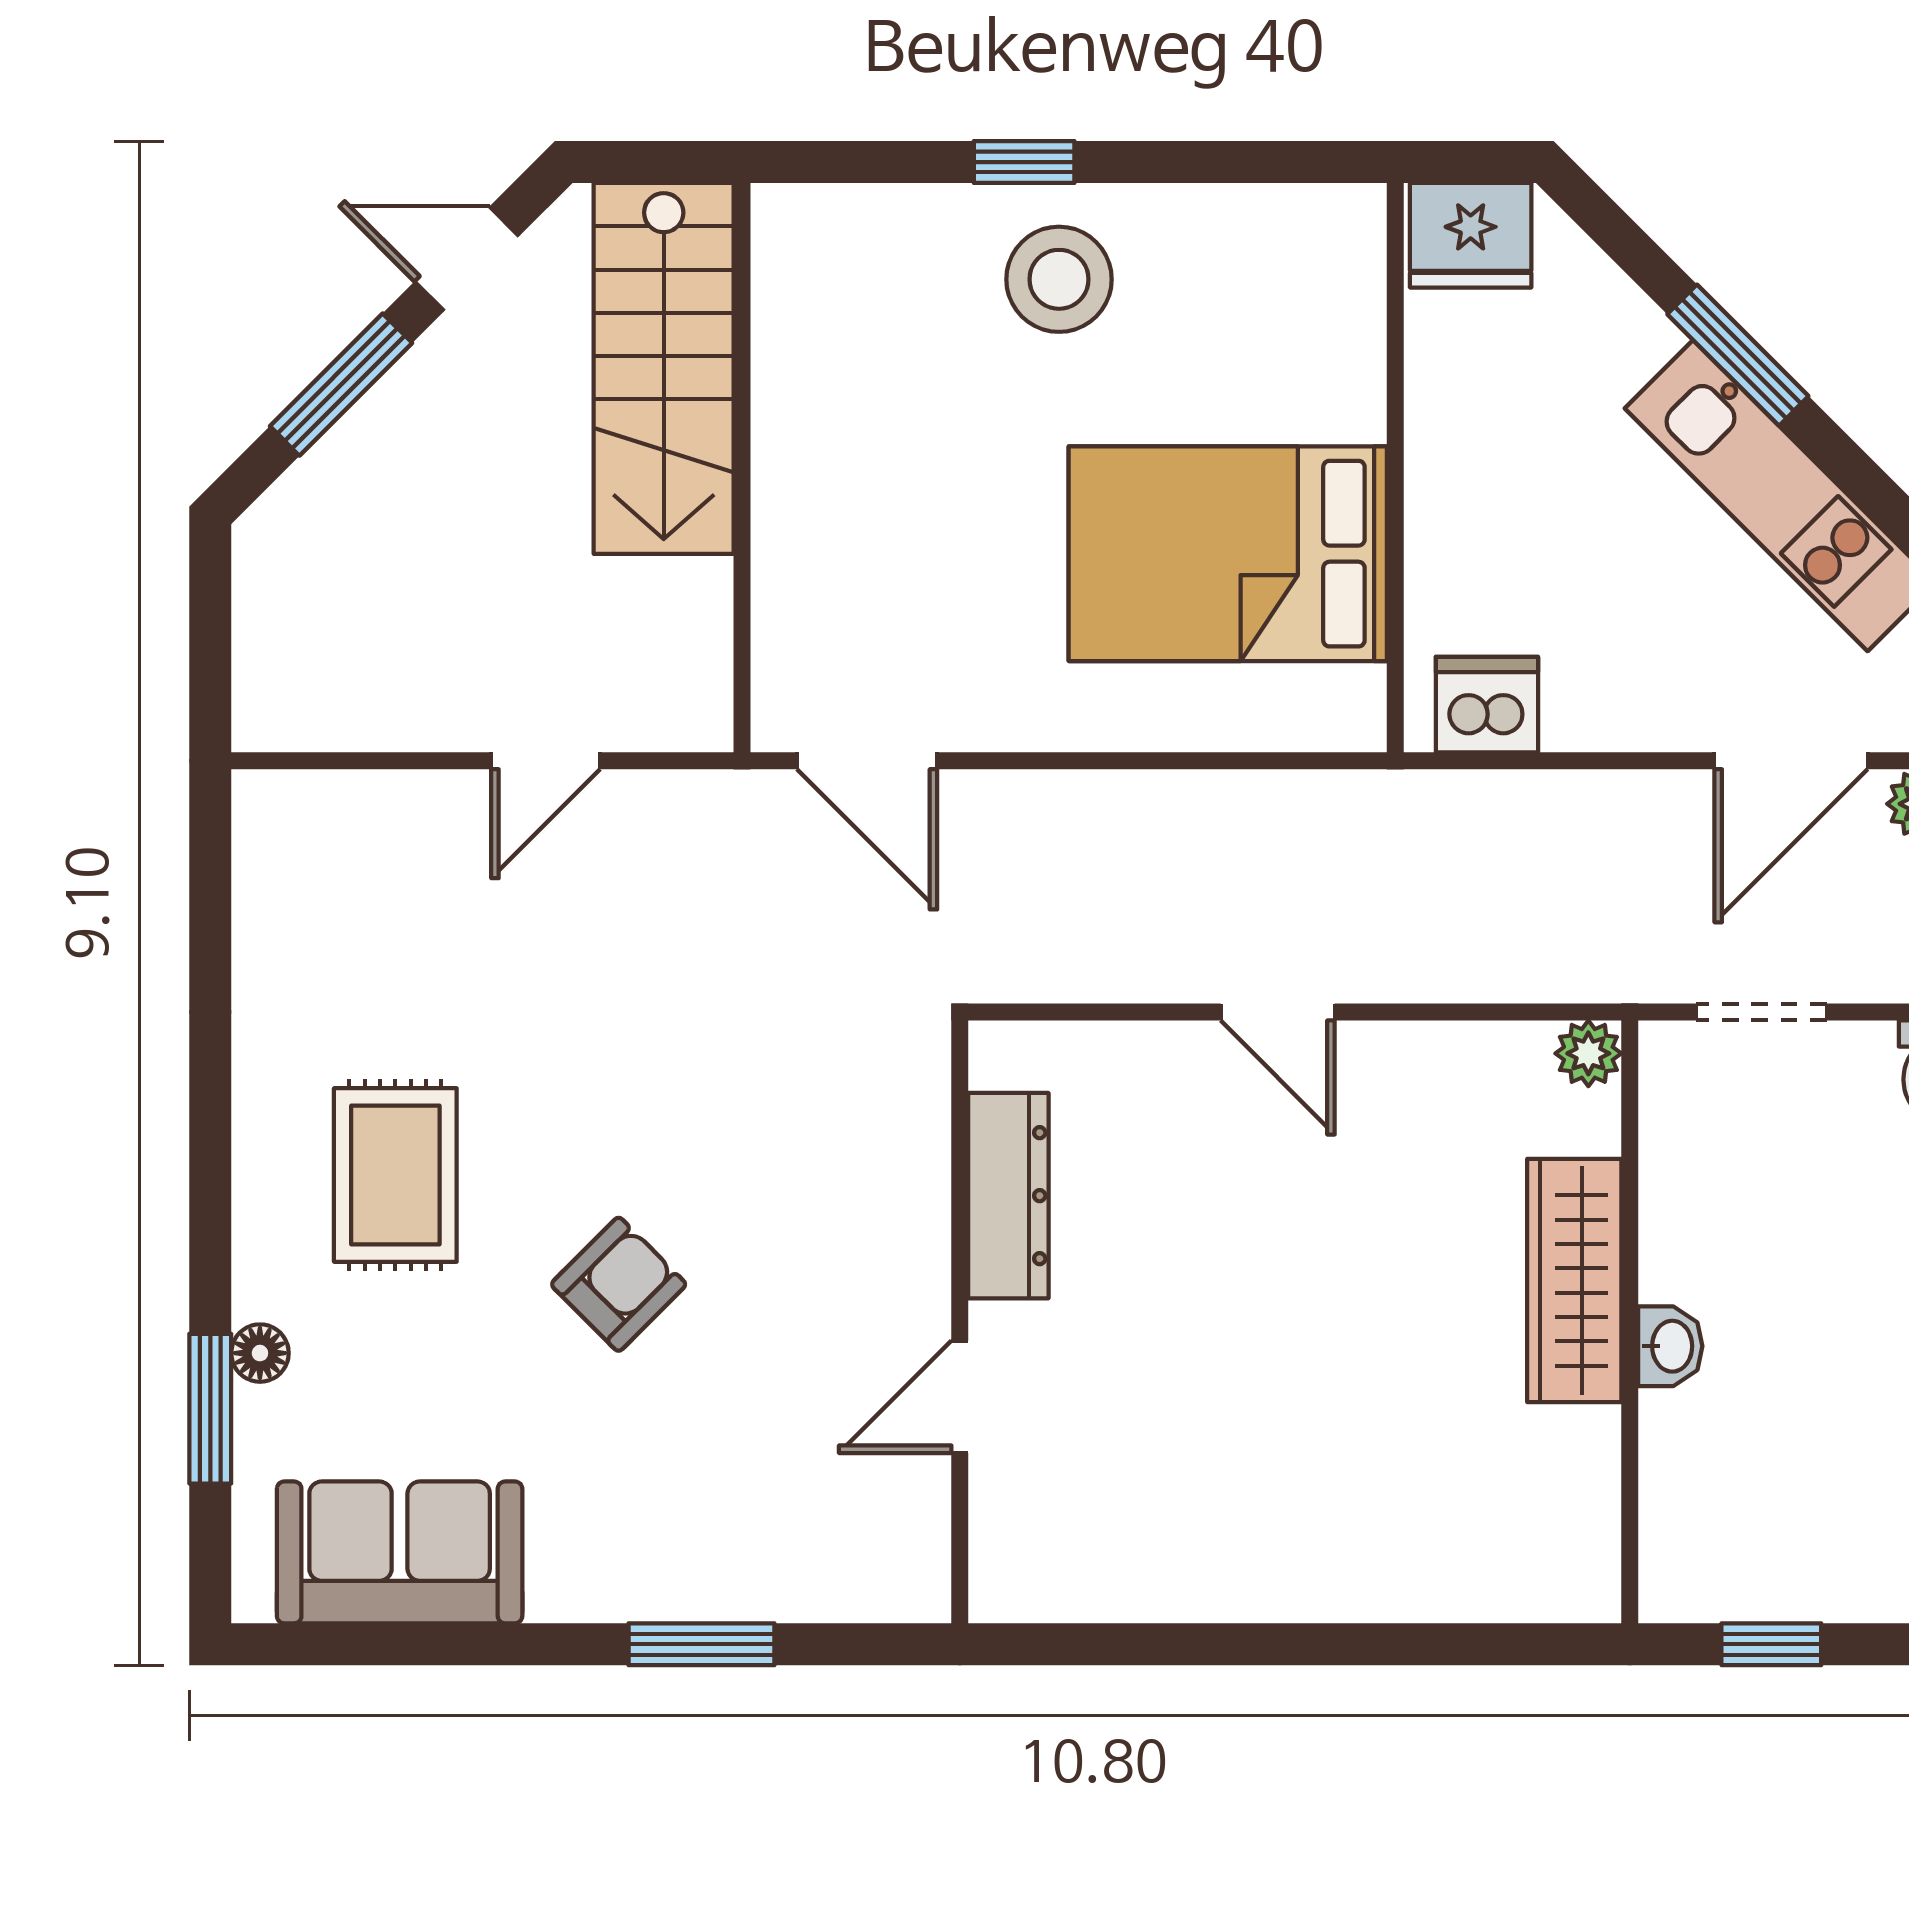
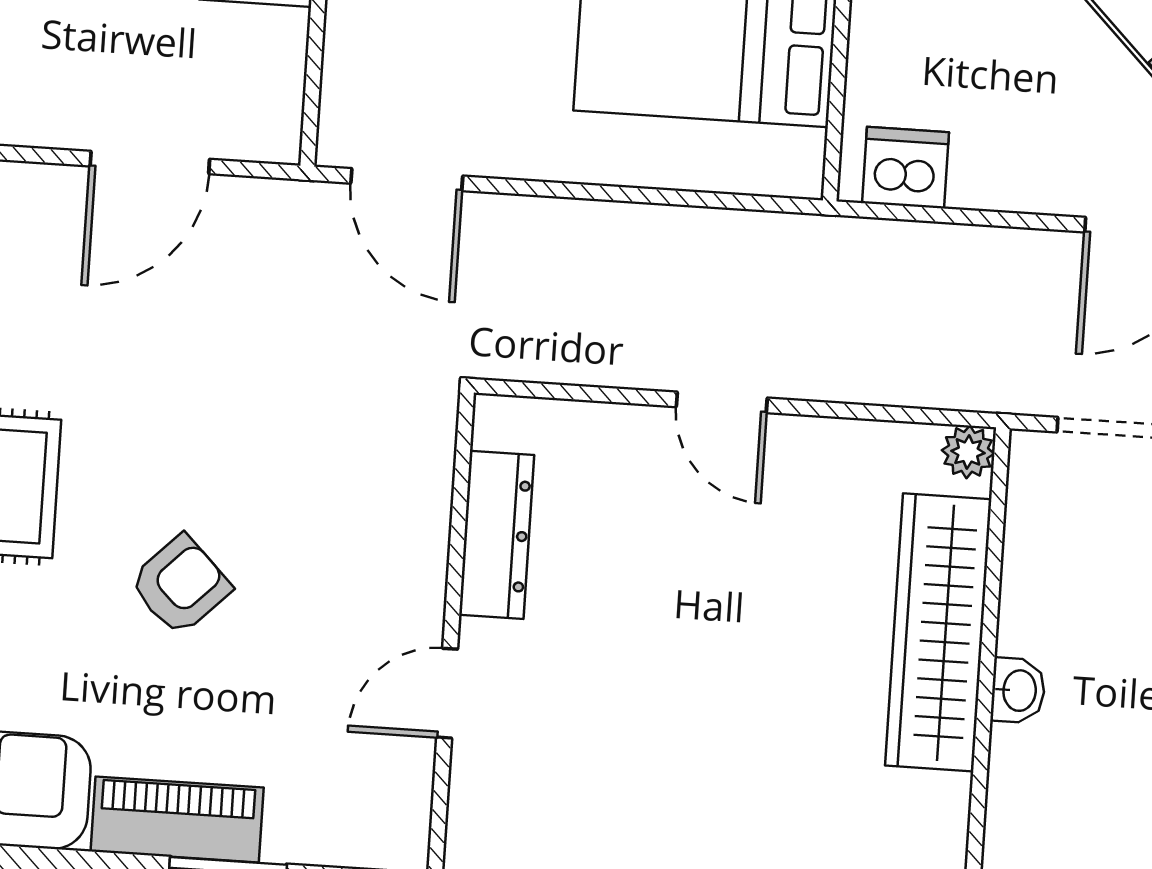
door: (546, 761) -> (150, 163), width x1.38
wardrobe: (1574, 1280) -> (938, 632), width x1.40, depth x1.17
piano: (634, 1576) -> (177, 819), added

